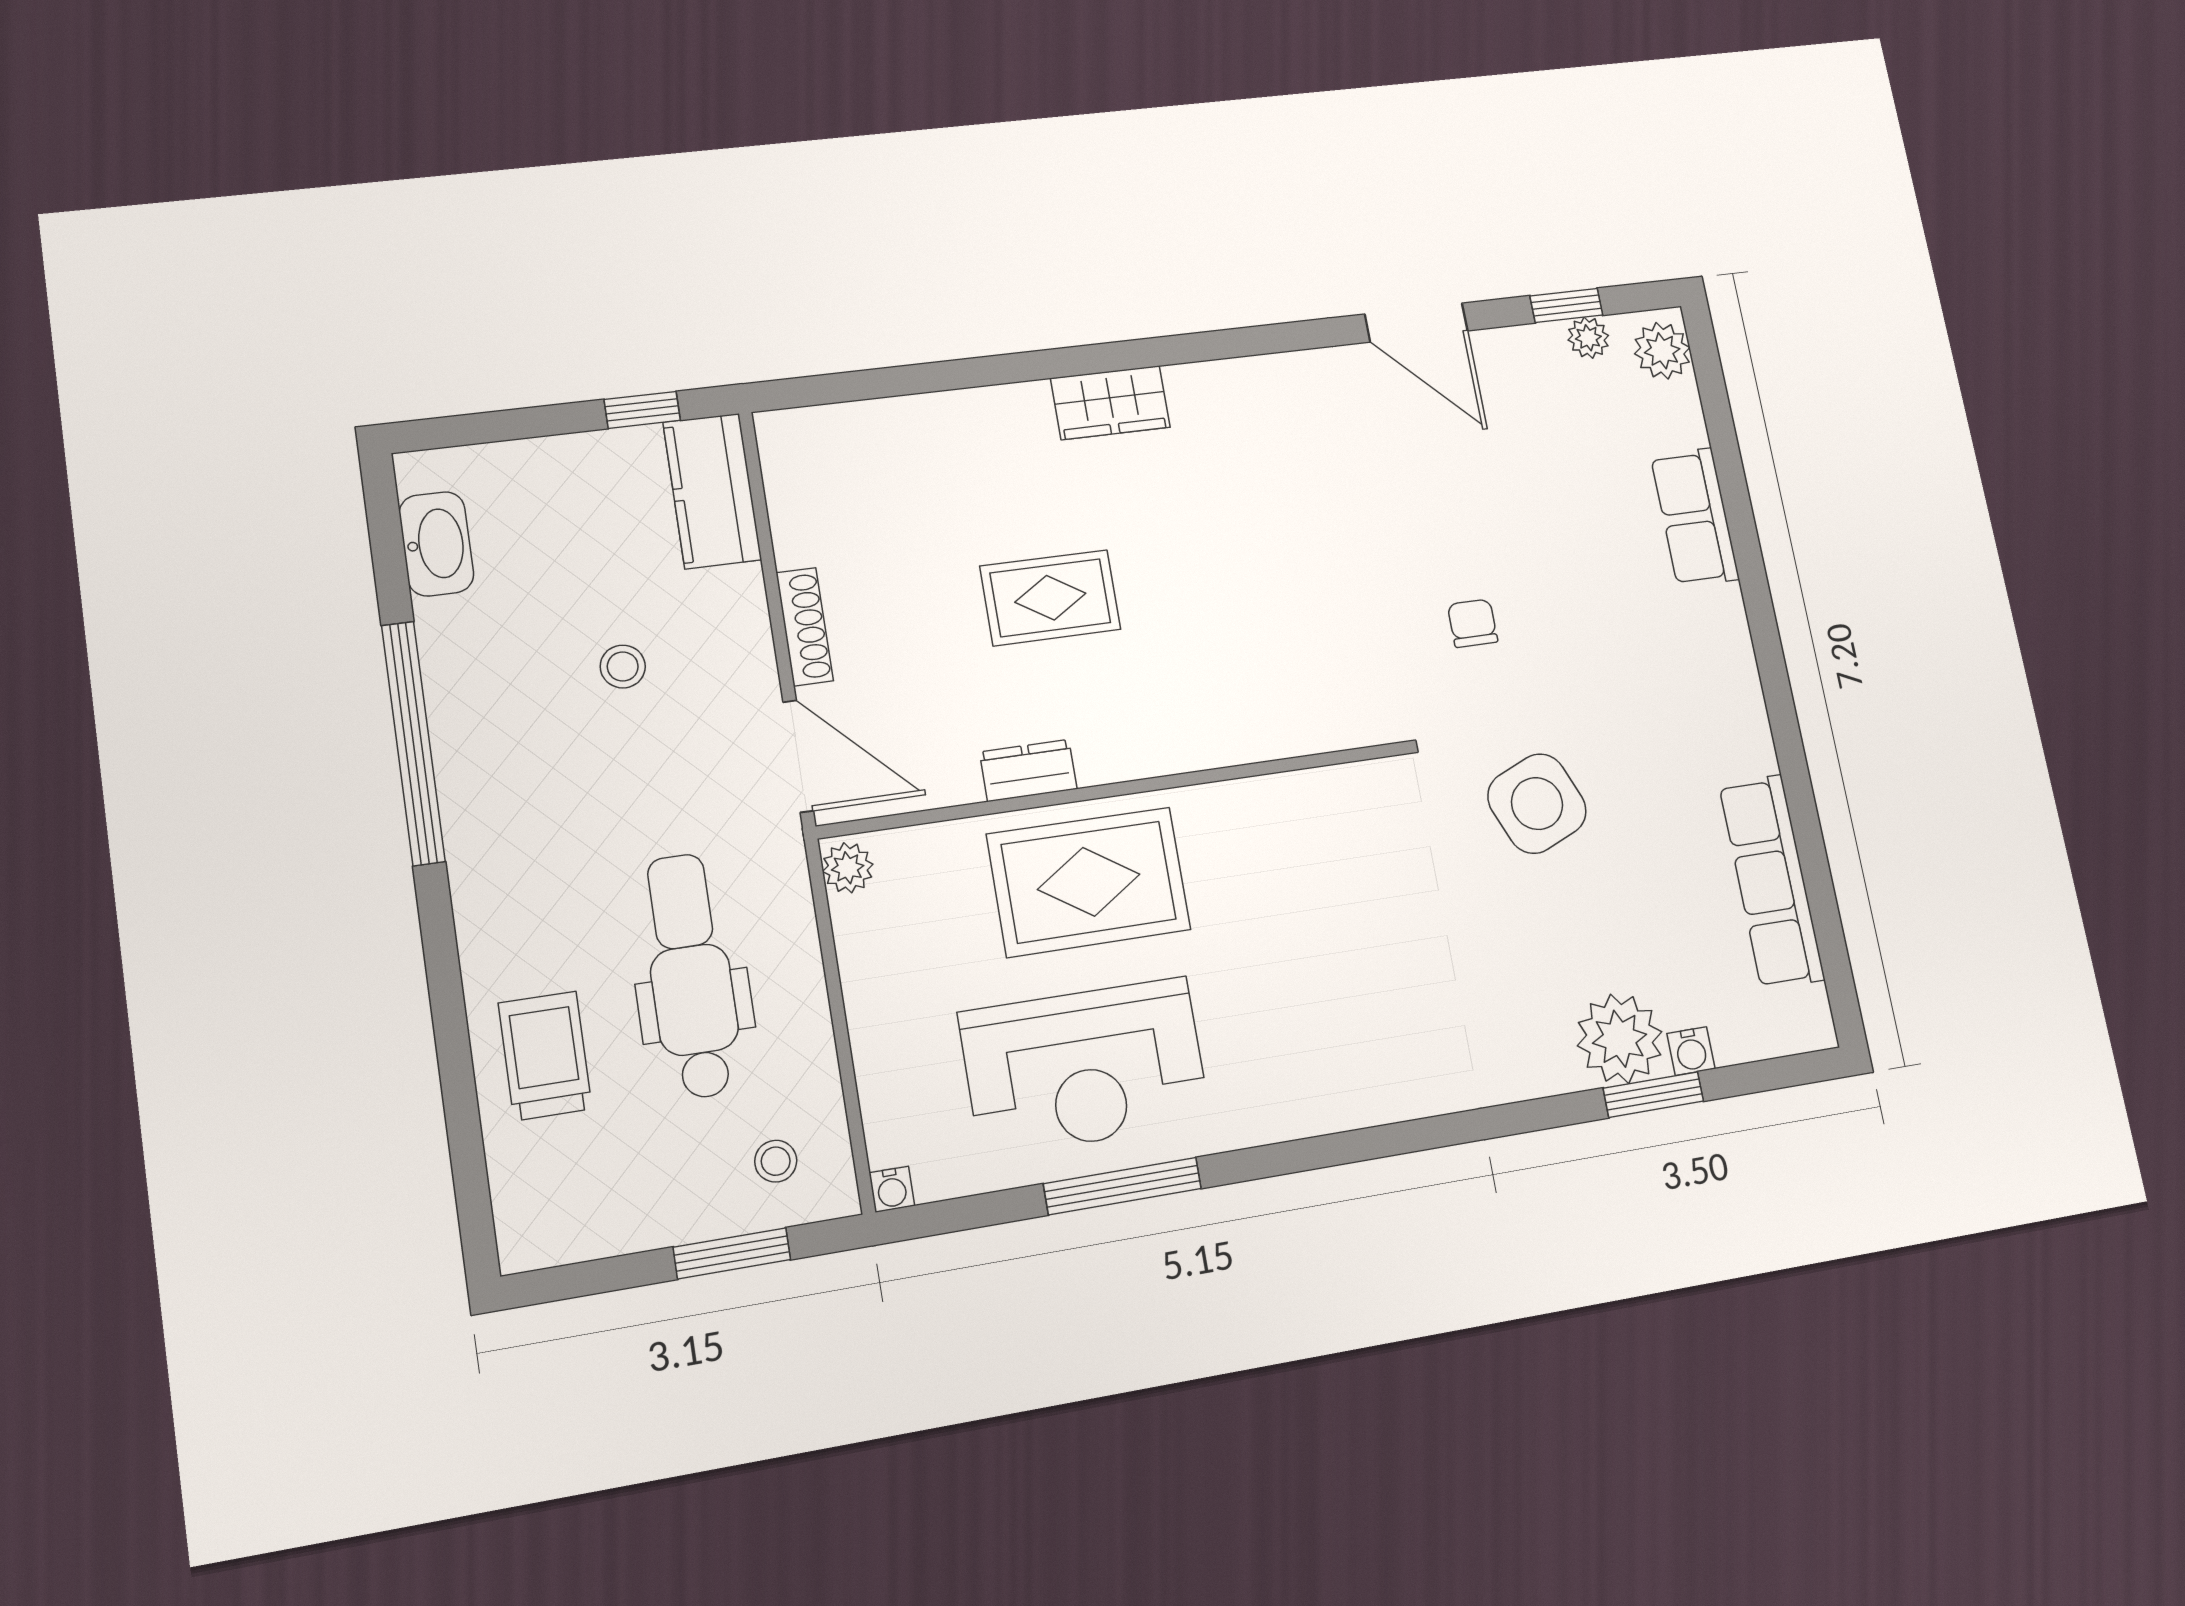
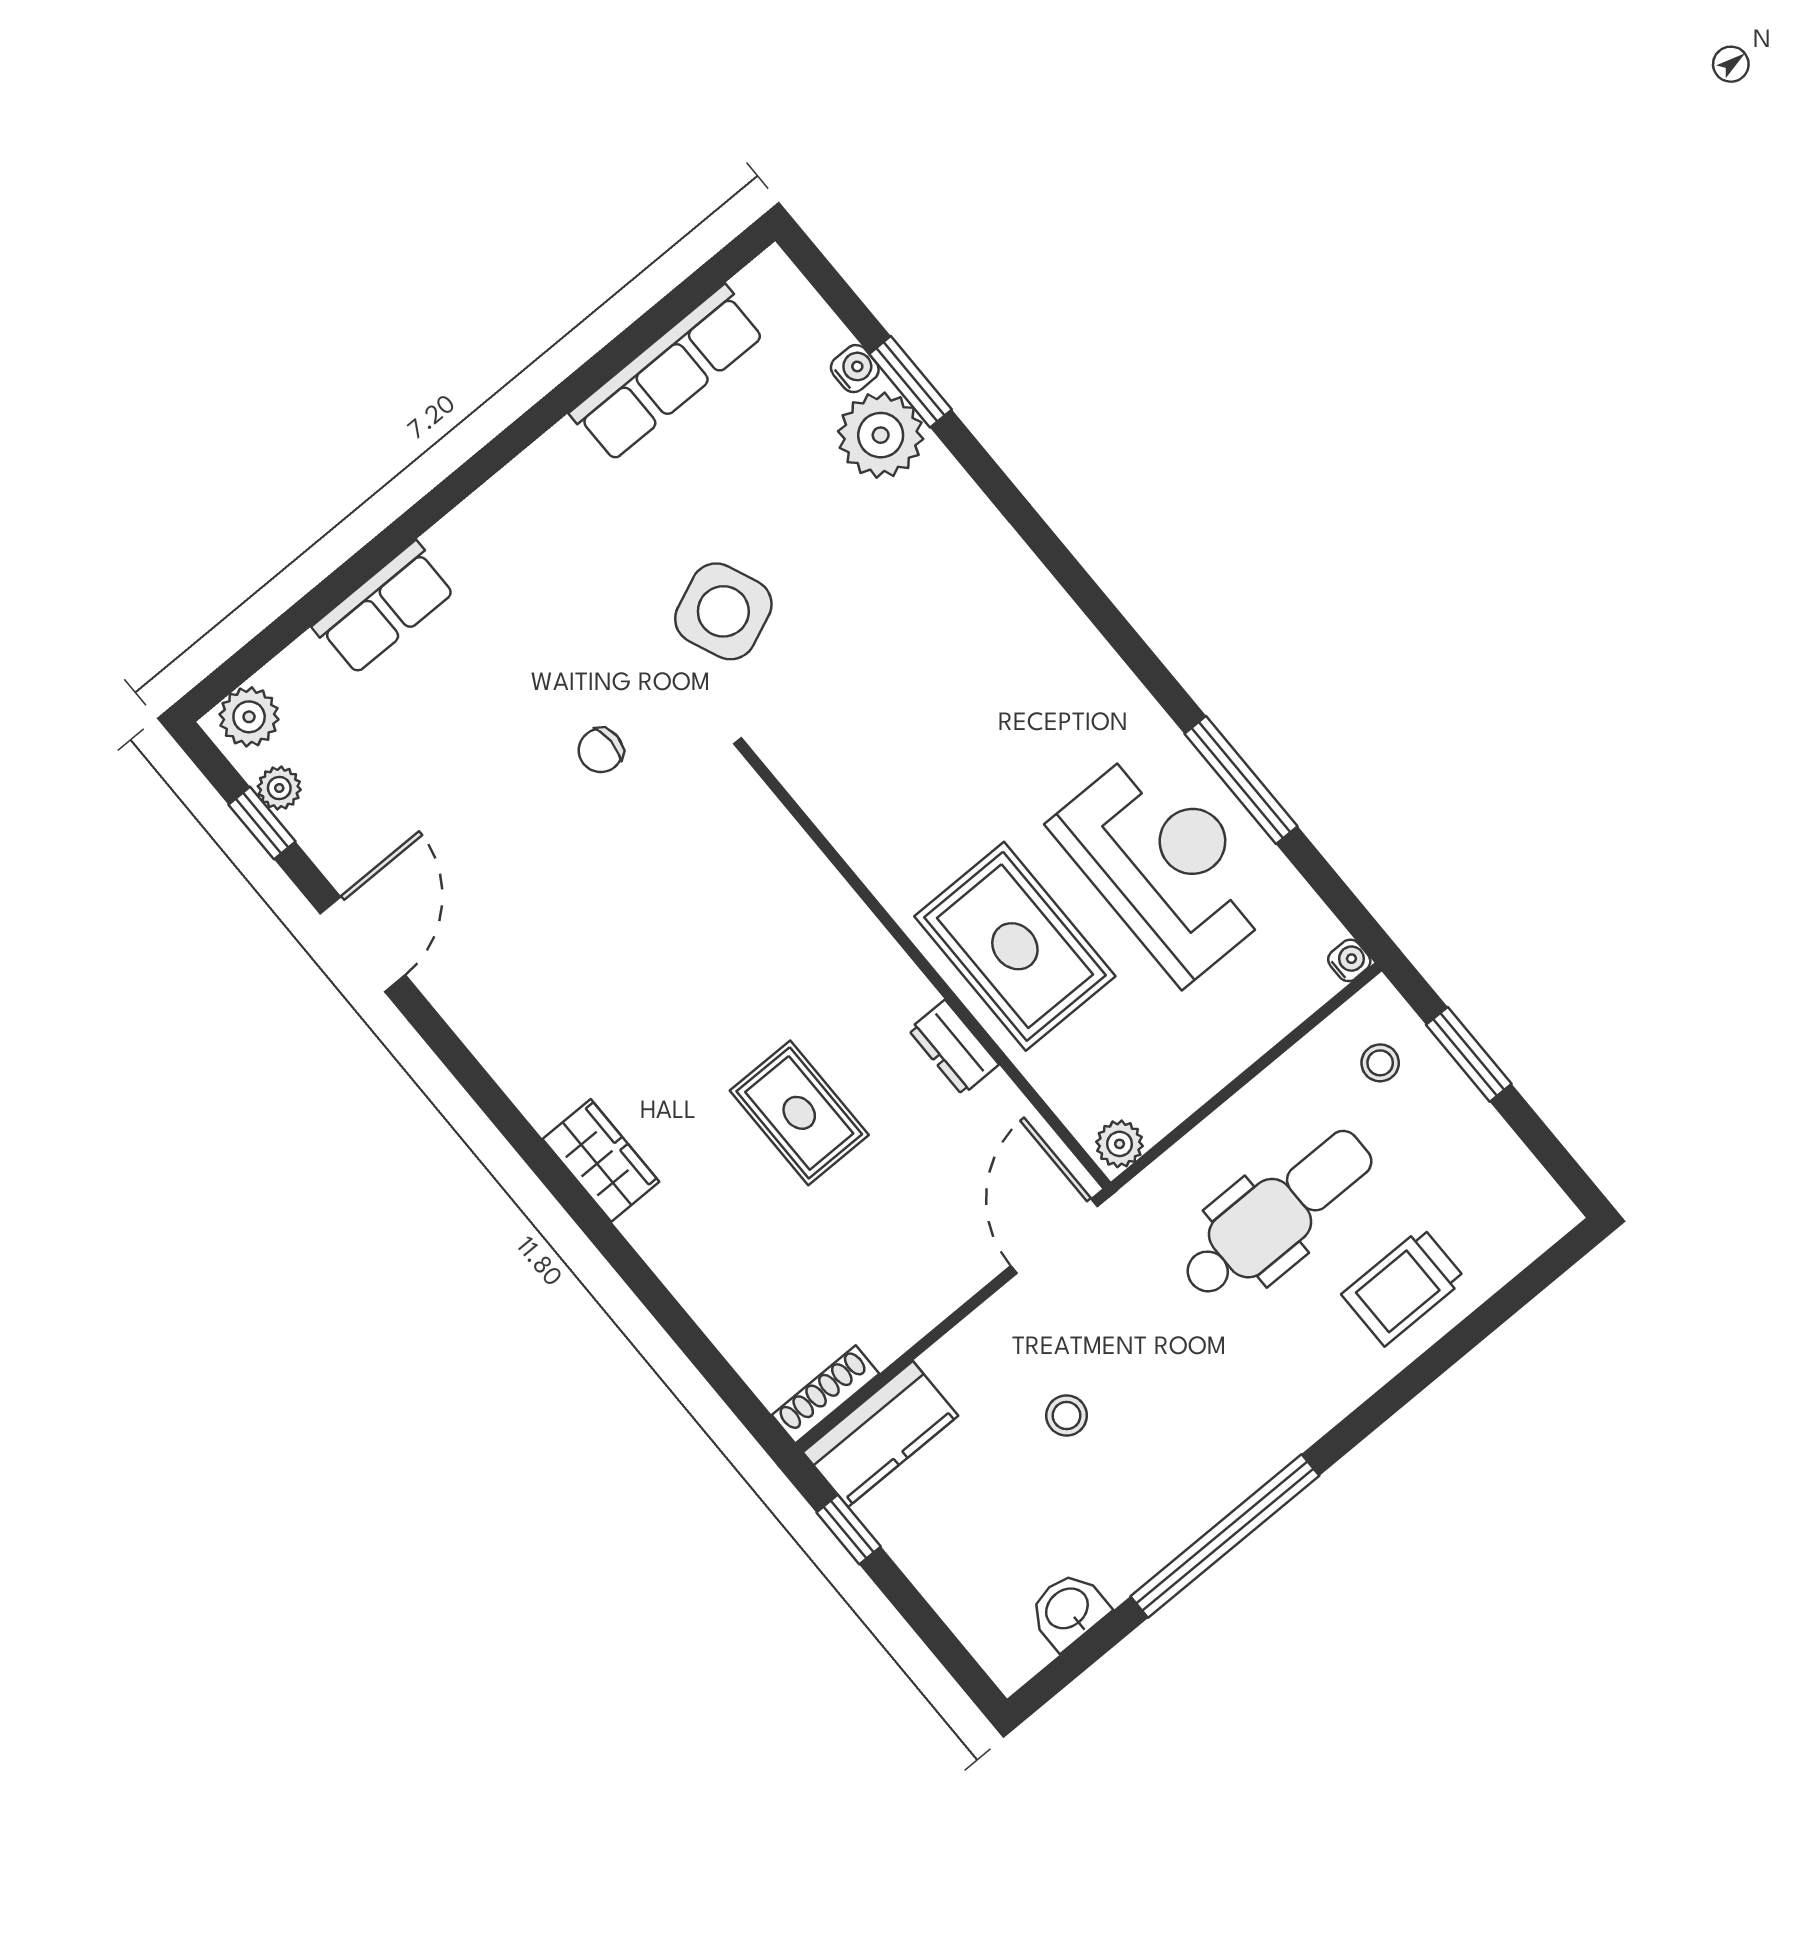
washbasin: (436, 544) -> (1068, 1610), width x0.72
shoe rack: (805, 627) -> (826, 1394), moved
dental chair: (691, 976) -> (1277, 1214), turned 180

